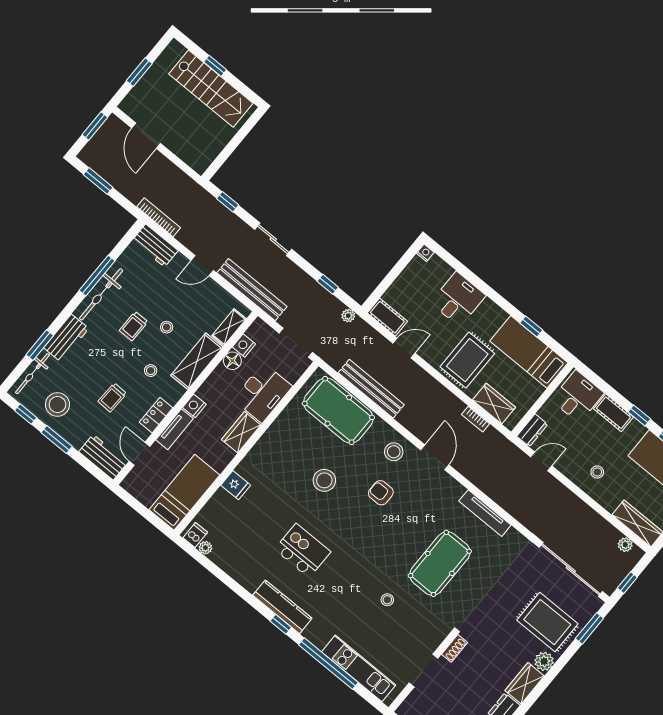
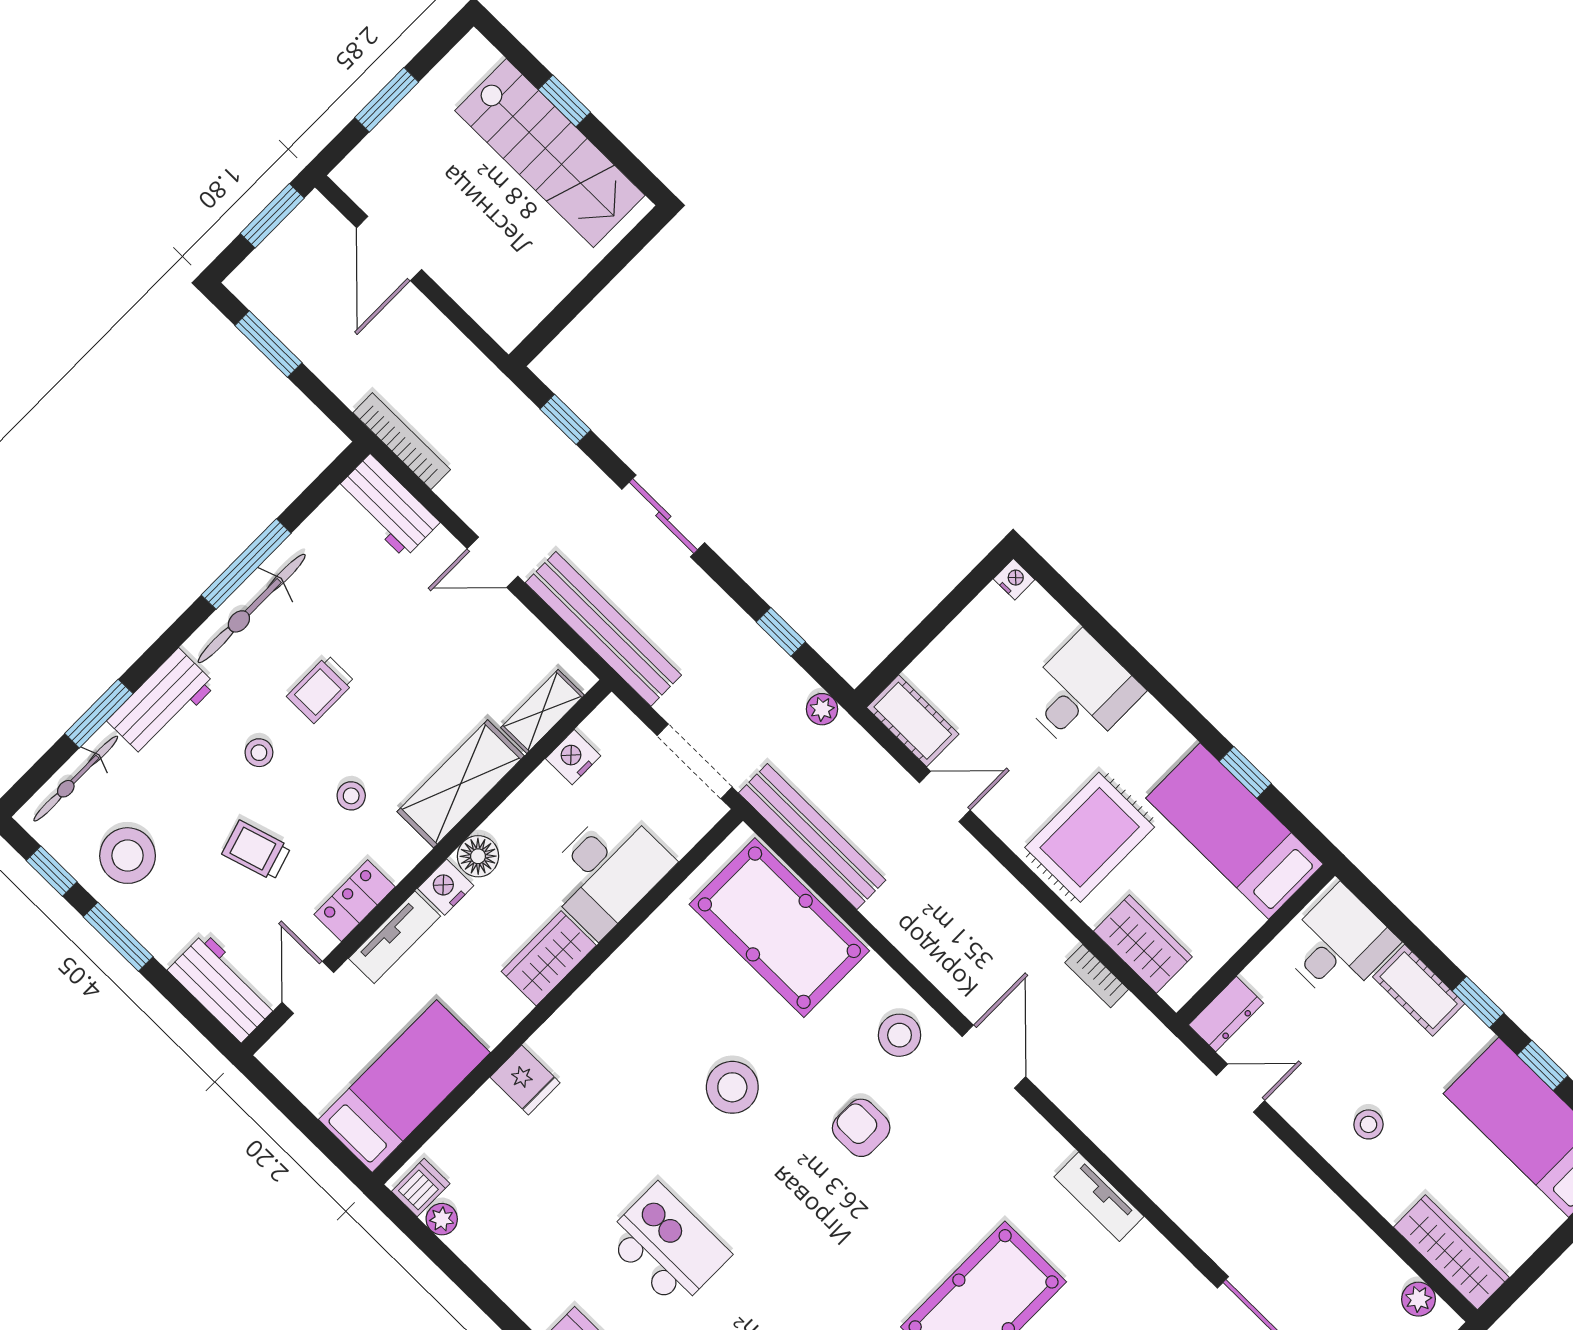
stool: (167, 327) -> (259, 753), moved
floor lamp: (232, 361) -> (478, 856), moved
bench: (371, 389) -> (812, 837), moved
trolley: (112, 397) -> (256, 850), turned 71
tv unit: (485, 513) -> (1099, 1197), width x0.71

